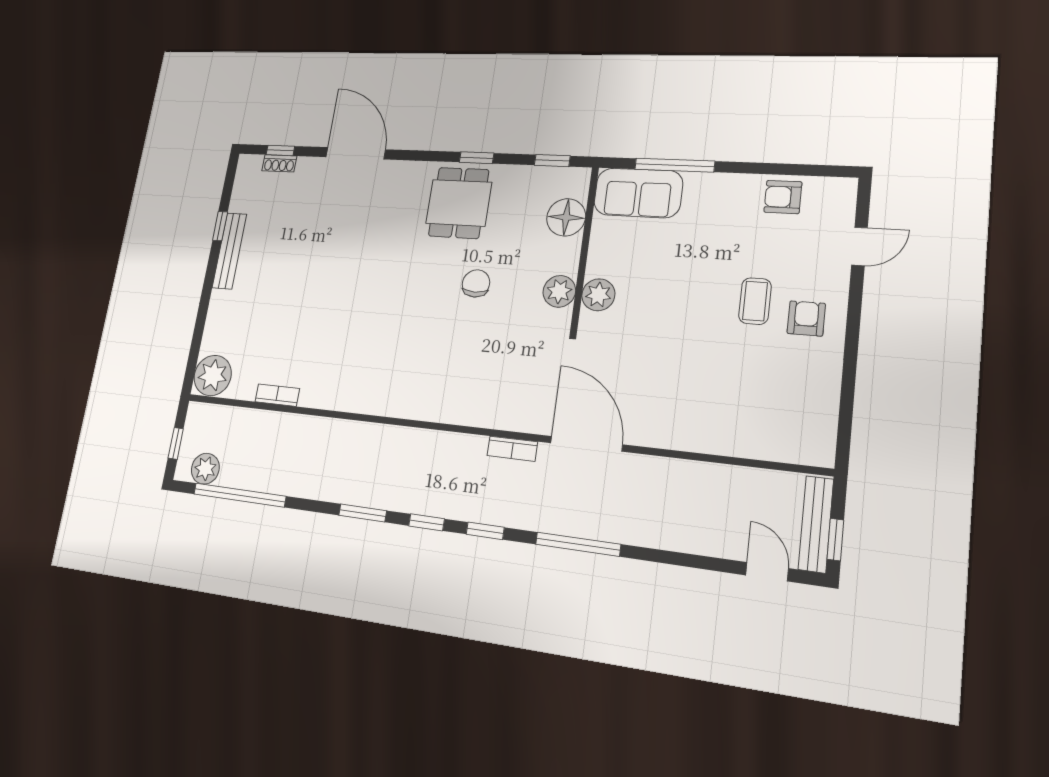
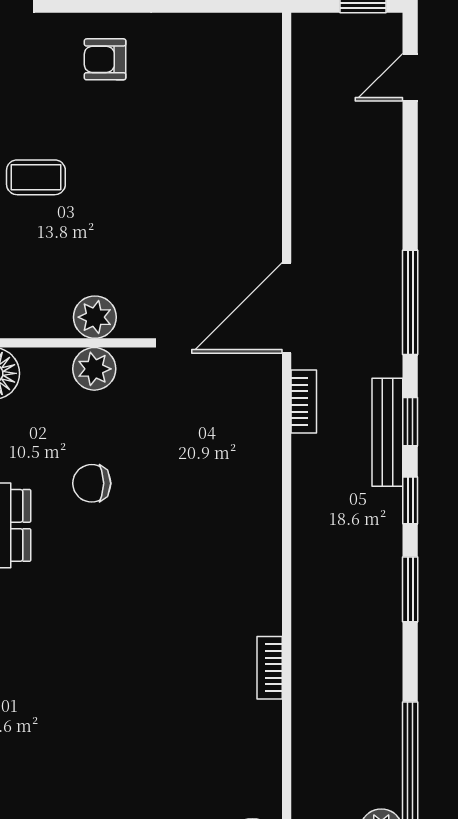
coffee table: (755, 301) -> (36, 177), moved
bookcase: (277, 395) -> (270, 668), moved
bench: (816, 524) -> (387, 432), moved, turned 90

